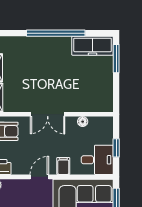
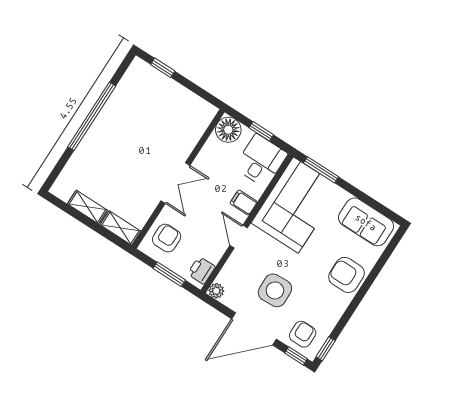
freezer: (93, 46) -> (132, 85), removed
window: (116, 59) -> (163, 68), width x0.67
floor lamp: (83, 122) -> (228, 130), moved, width x1.89, depth x1.89

